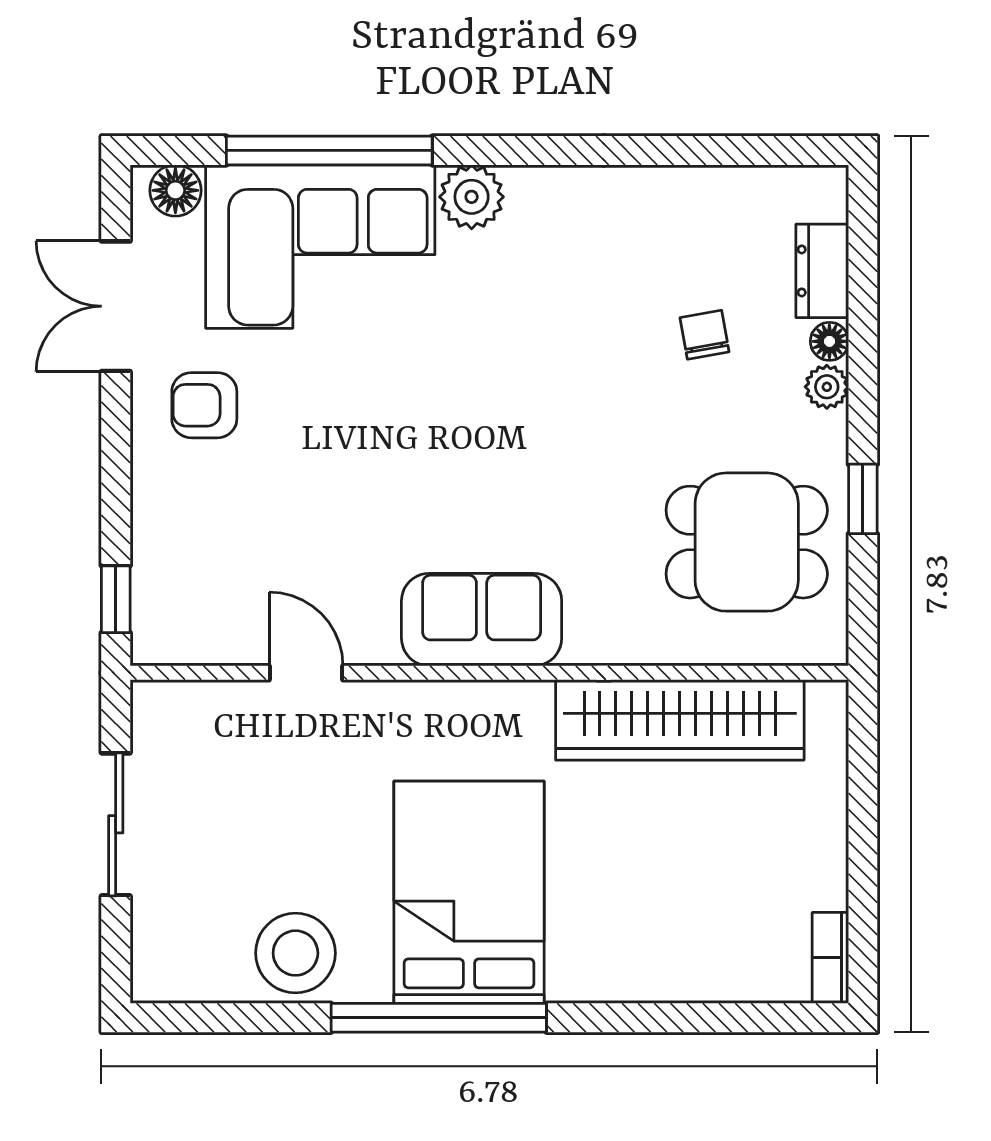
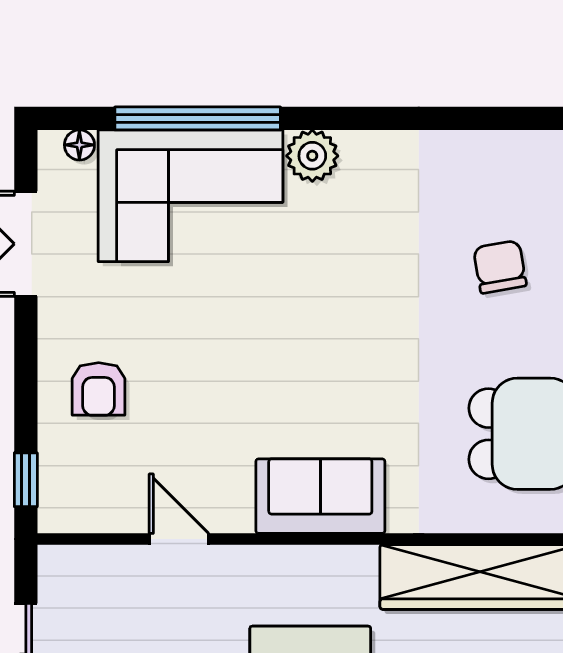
floor lamp: (175, 190) -> (79, 145), width x0.73, depth x0.73
chair: (705, 335) -> (500, 267), width x1.37, depth x1.37
armchair: (204, 405) -> (99, 389), moved, turned -90

